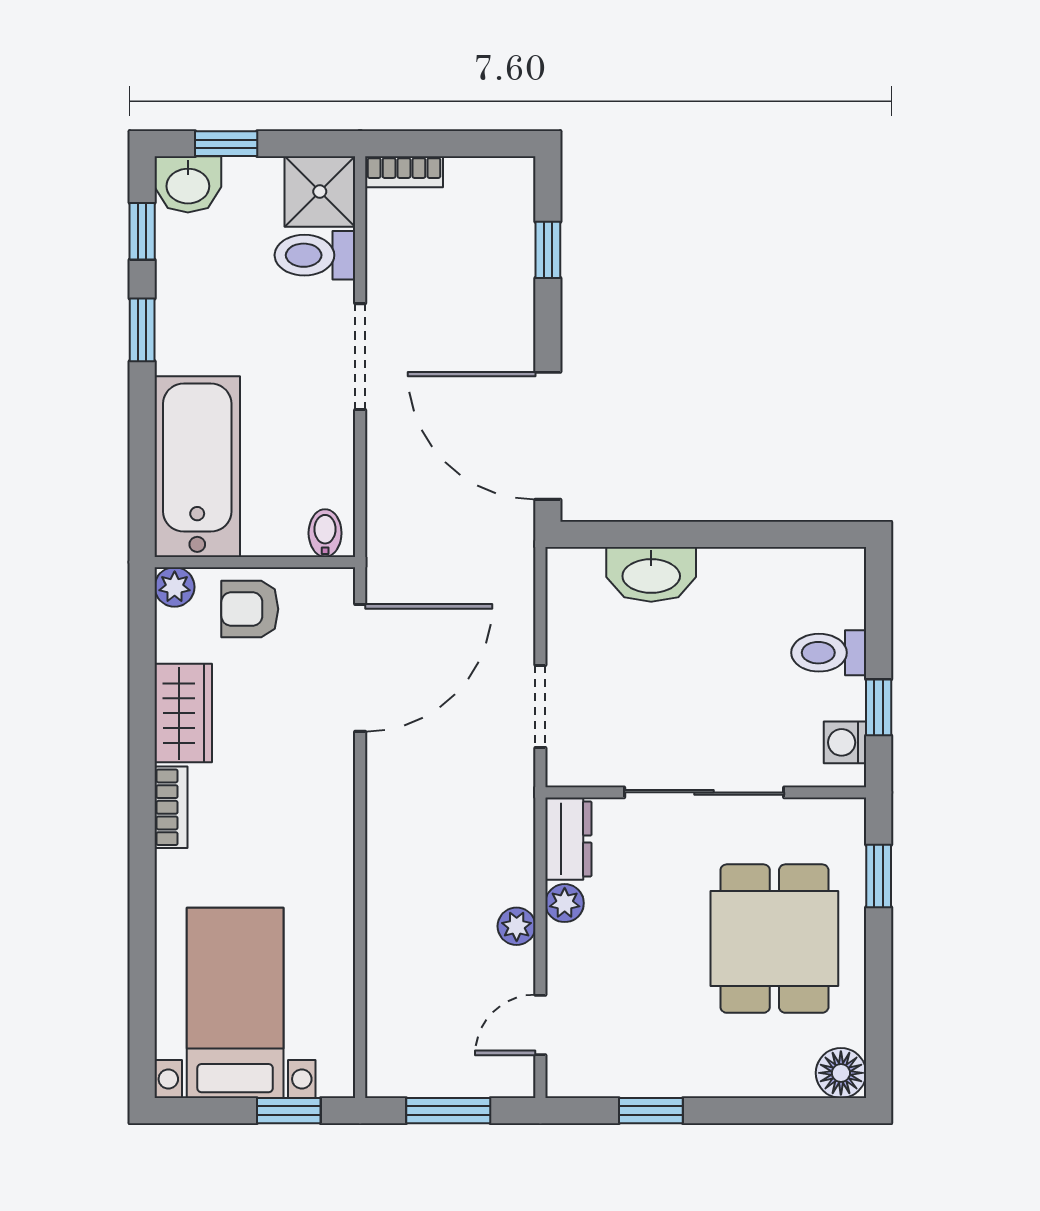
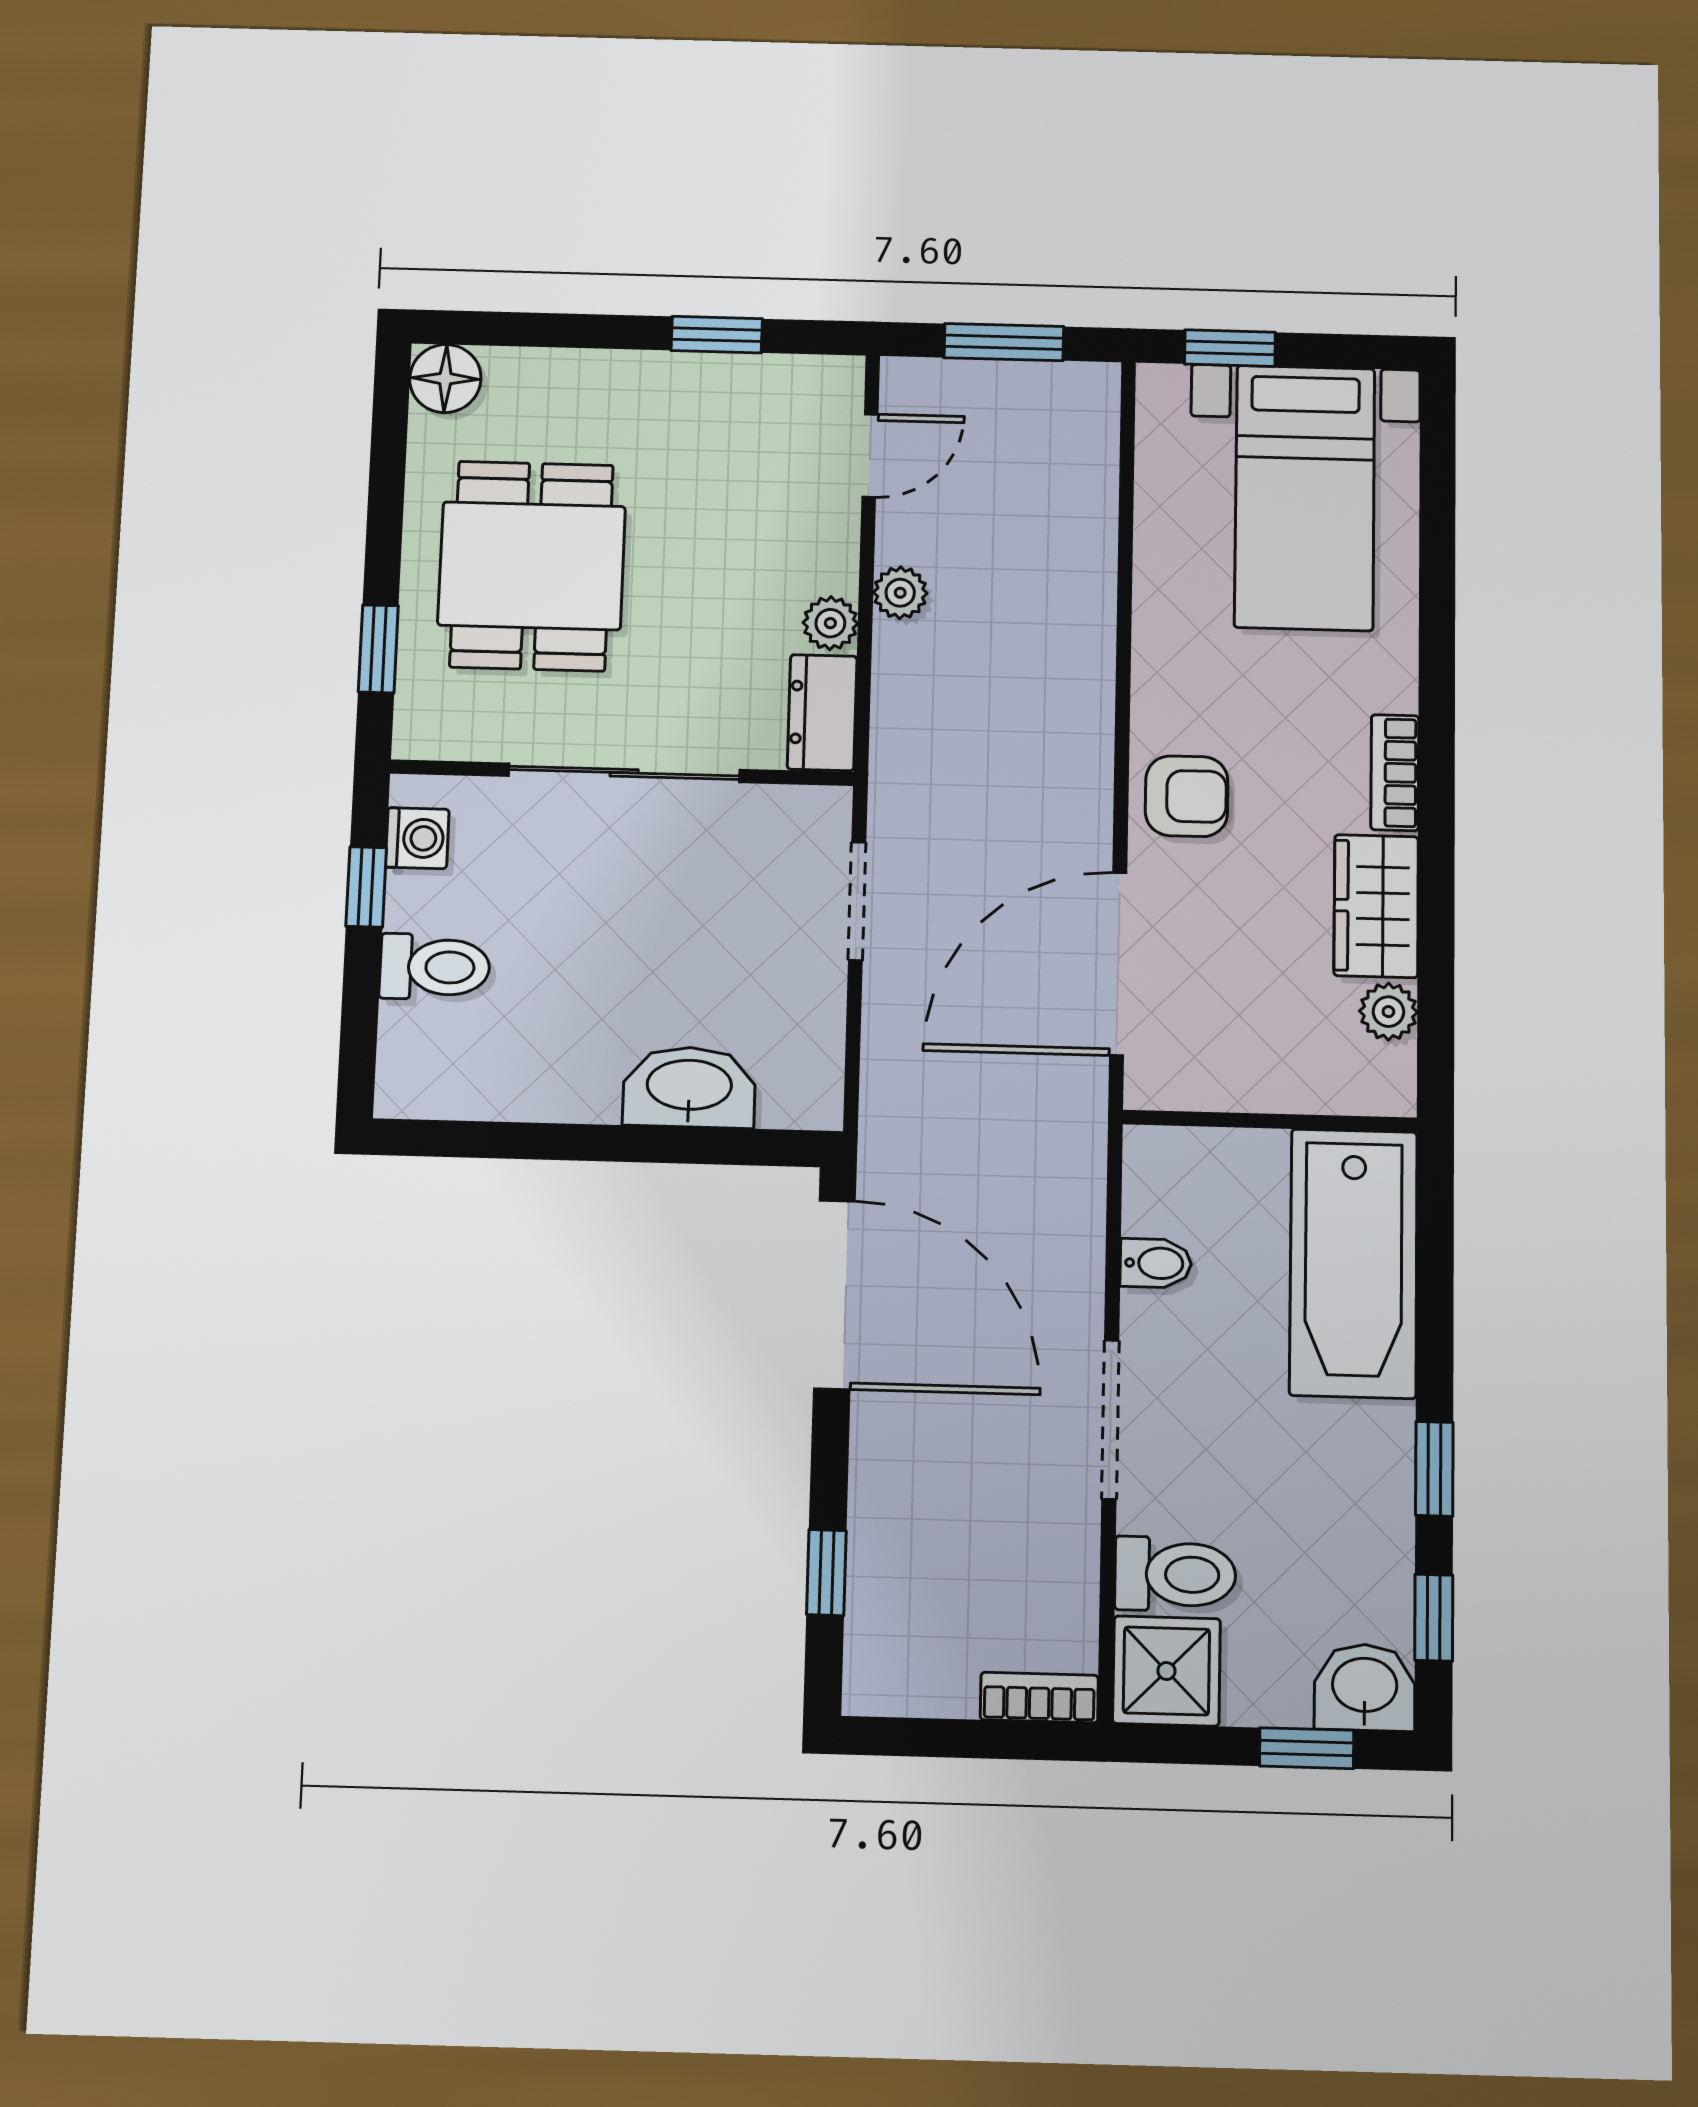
bidet: (325, 533) -> (1156, 1263), moved, turned -90
plant: (175, 587) -> (1388, 1012), moved
armchair: (250, 609) -> (1187, 796), moved

